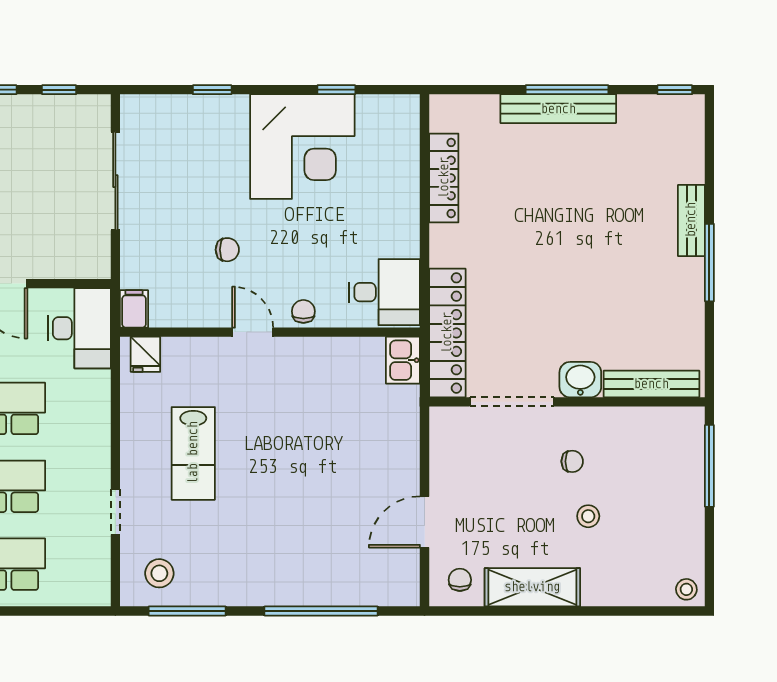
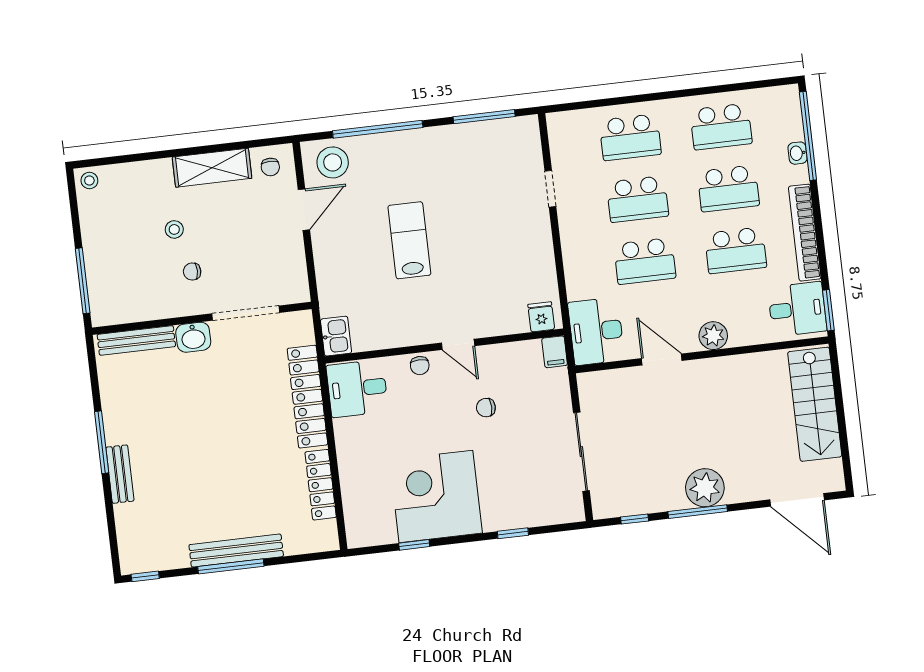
locker: (447, 333) -> (307, 397), moved
lab bench: (193, 453) -> (409, 240), moved
stool: (159, 573) -> (333, 162), moved, width x1.38, depth x1.38

